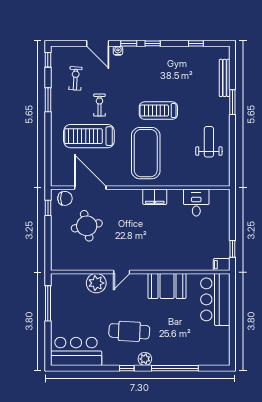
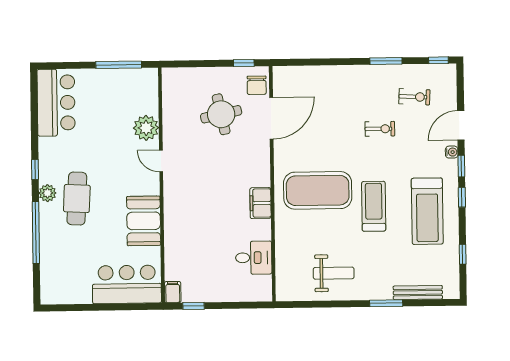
treadmill: (89, 136) -> (427, 211), moved, turned 180
cafe table: (129, 331) -> (77, 199), moved

